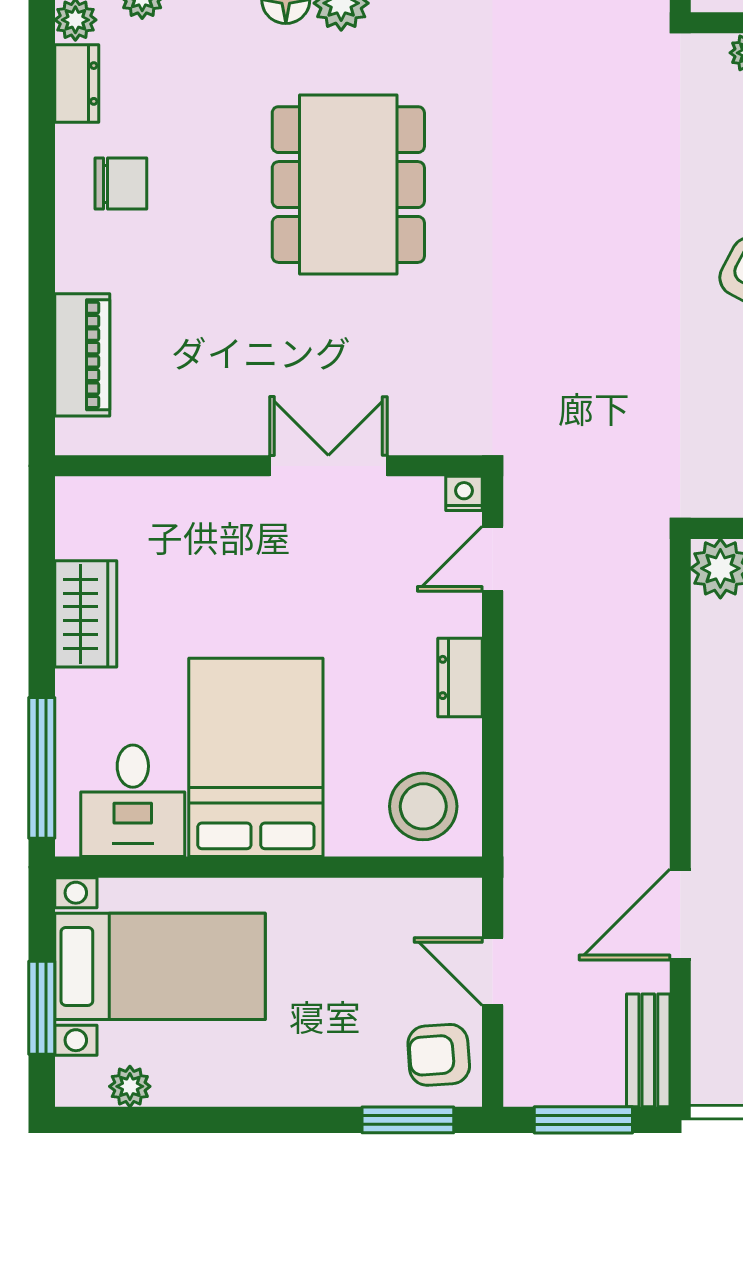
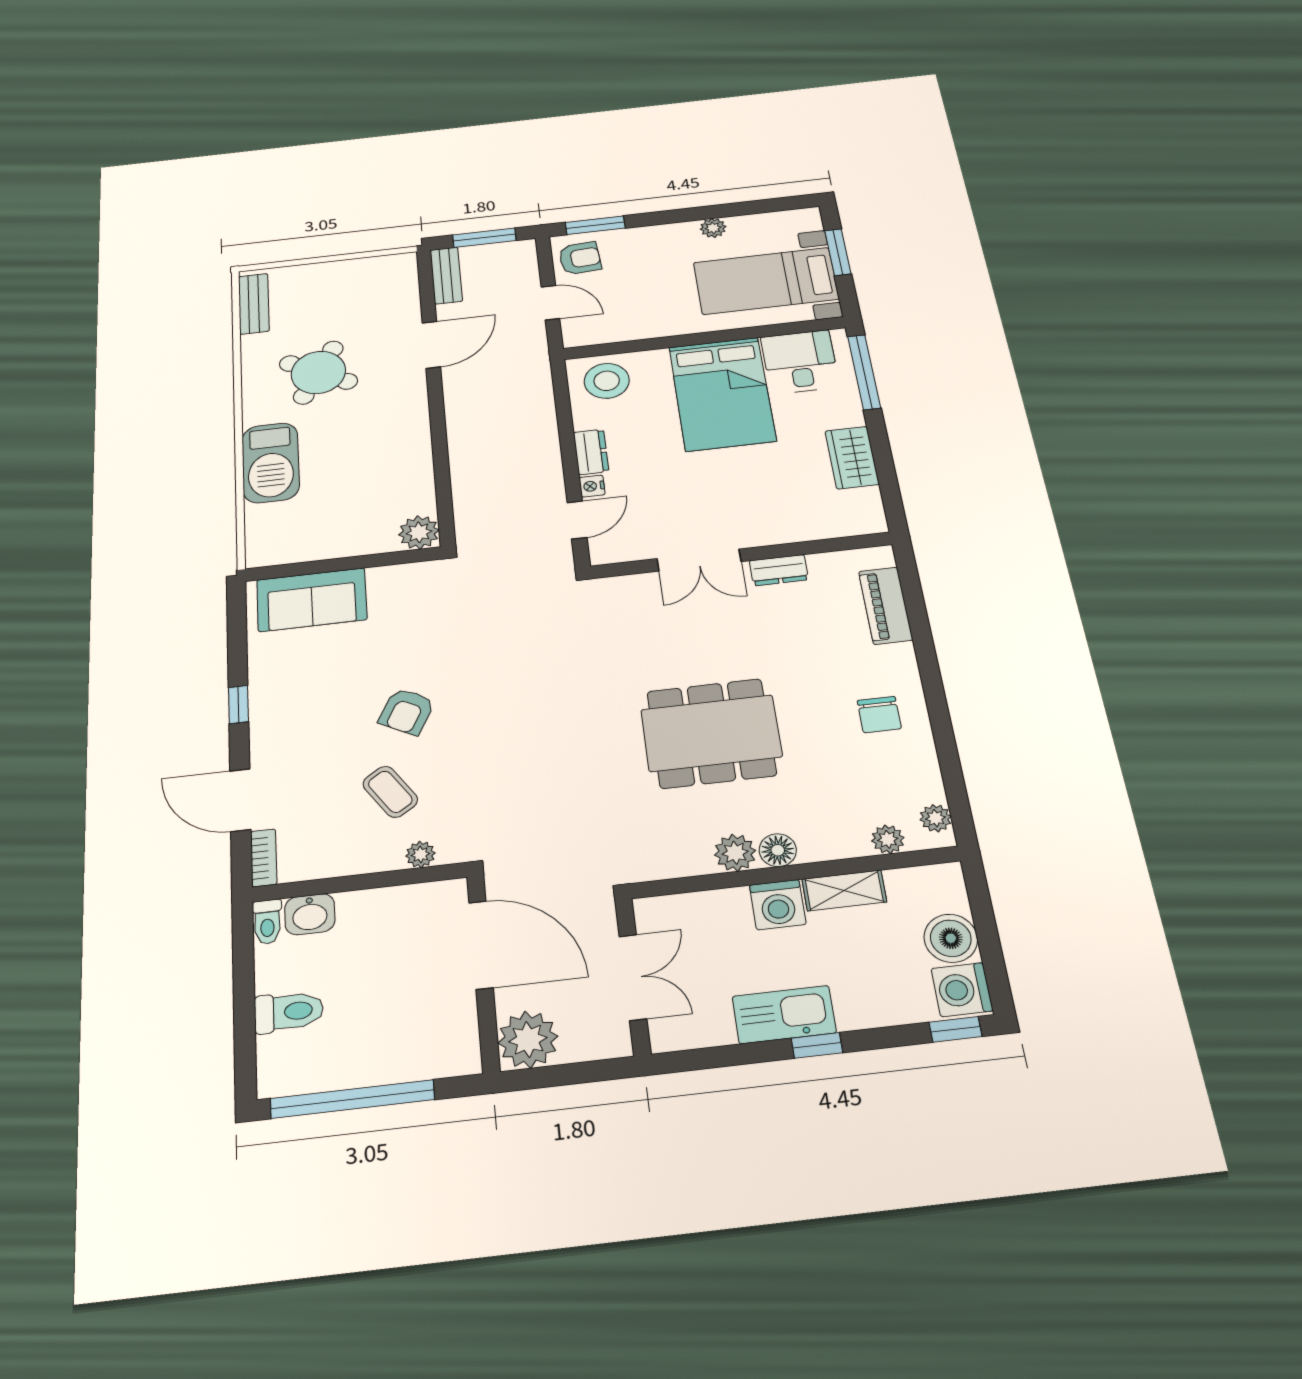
dresser: (77, 83) -> (779, 570), moved, turned -90
chair: (121, 184) -> (879, 715), turned -90
dining table: (348, 185) -> (711, 733), turned 90
nightstand: (464, 493) -> (592, 486), moved, turned 90
plant: (130, 1086) -> (713, 228), moved

